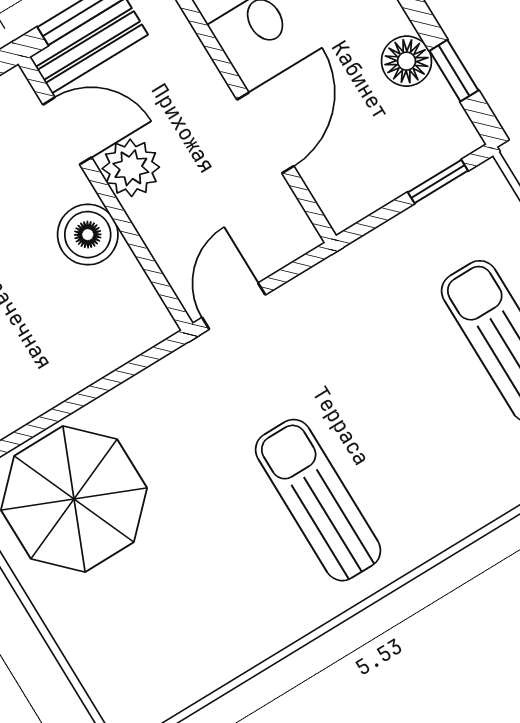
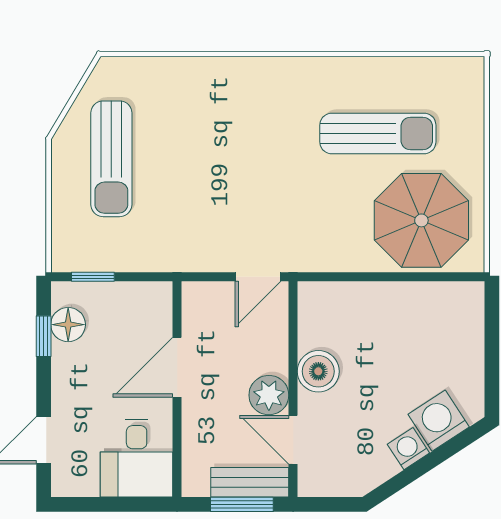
floor lamp: (407, 61) -> (68, 325), moved
sun lounger: (318, 500) -> (378, 133), moved, turned -90

